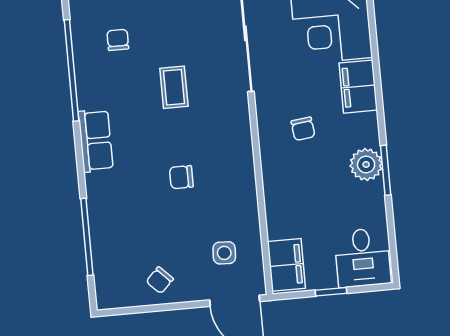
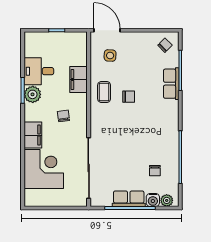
coffee table: (174, 87) -> (104, 92), moved
row of seats: (96, 141) -> (171, 84), moved
desk: (363, 258) -> (39, 71), moved, turned -90
filing cabinet: (286, 265) -> (78, 80), moved
chair: (160, 280) -> (165, 45), moved

